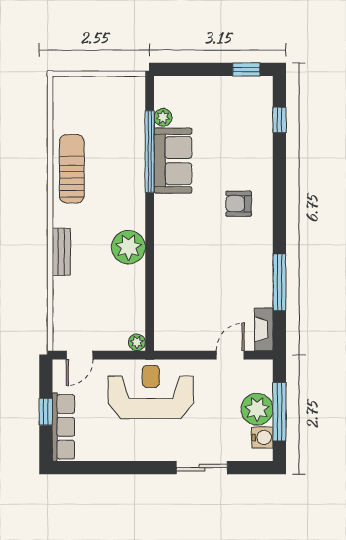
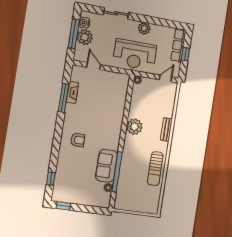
fireplace: (264, 329) -> (72, 92), moved
door: (230, 355) -> (94, 66), swing flipped
plant: (140, 448) -> (144, 28), added

